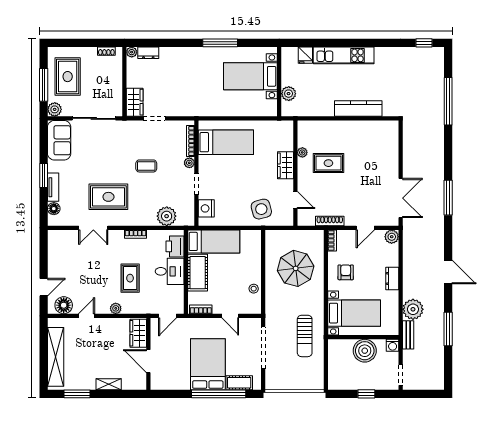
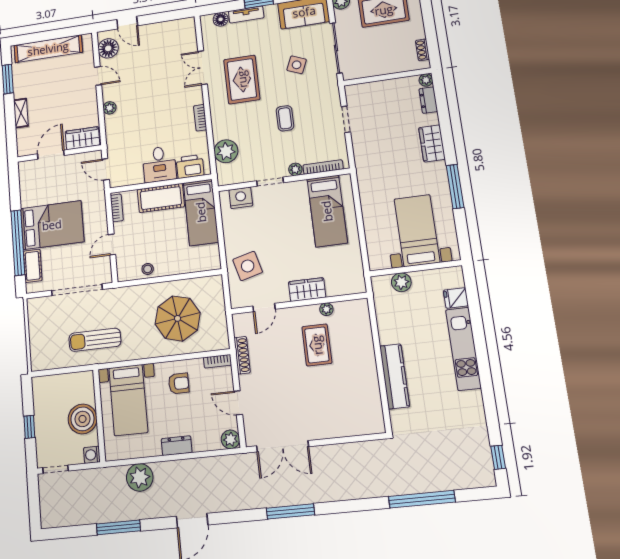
wardrobe: (135, 102) -> (432, 143), moved, turned 90
side table: (103, 151) -> (297, 65), added
rug: (130, 278) -> (147, 119), removed
bench: (408, 335) -> (107, 474), removed

